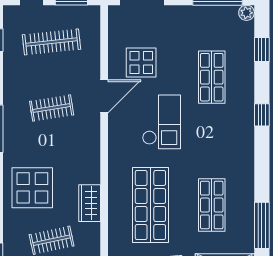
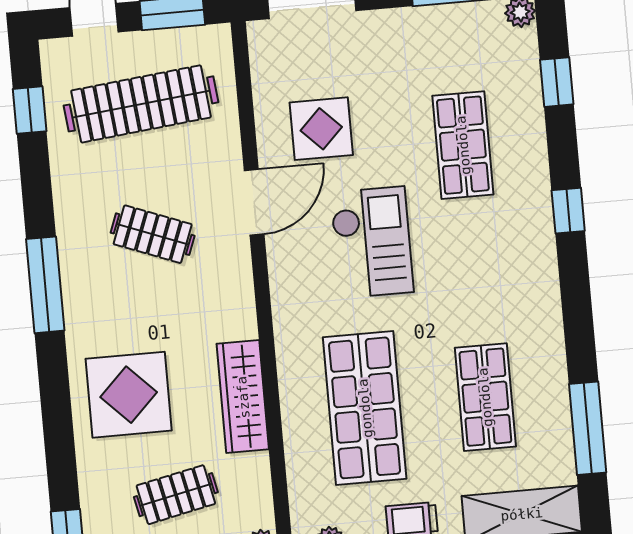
clothes rail: (52, 42) -> (141, 104), width x1.37, depth x1.31
clothes rail: (52, 108) -> (153, 234), turned 30
wardrobe: (90, 203) -> (243, 397), width x1.50

